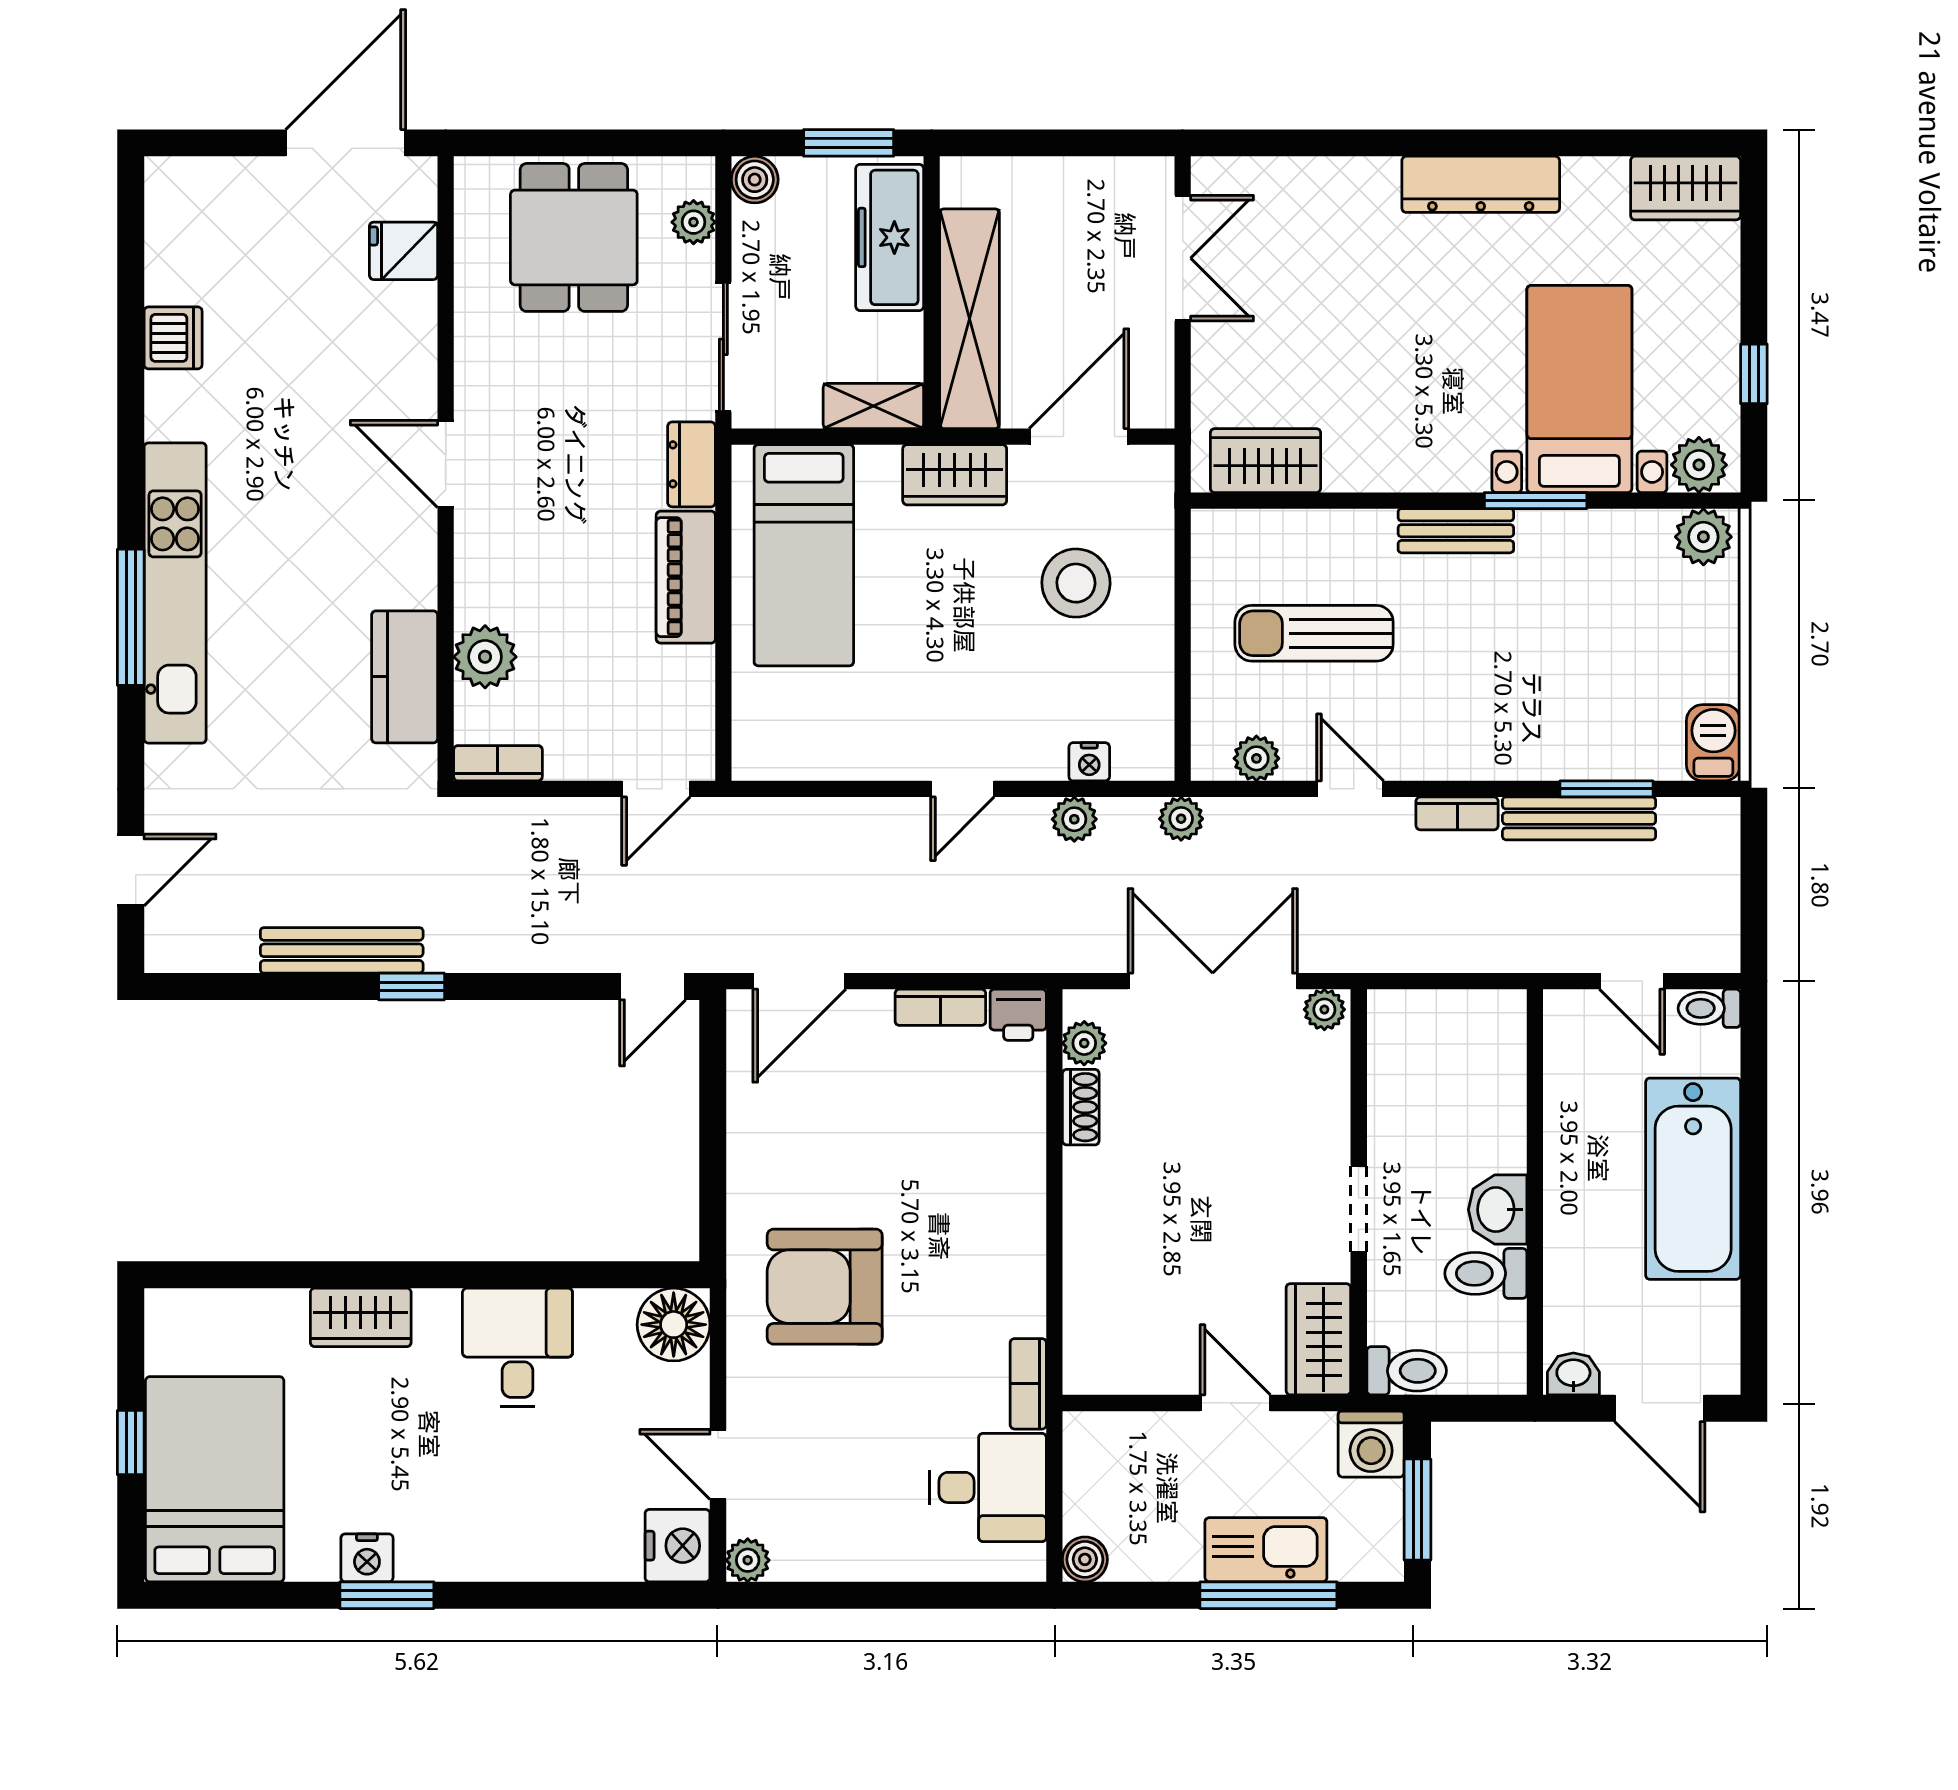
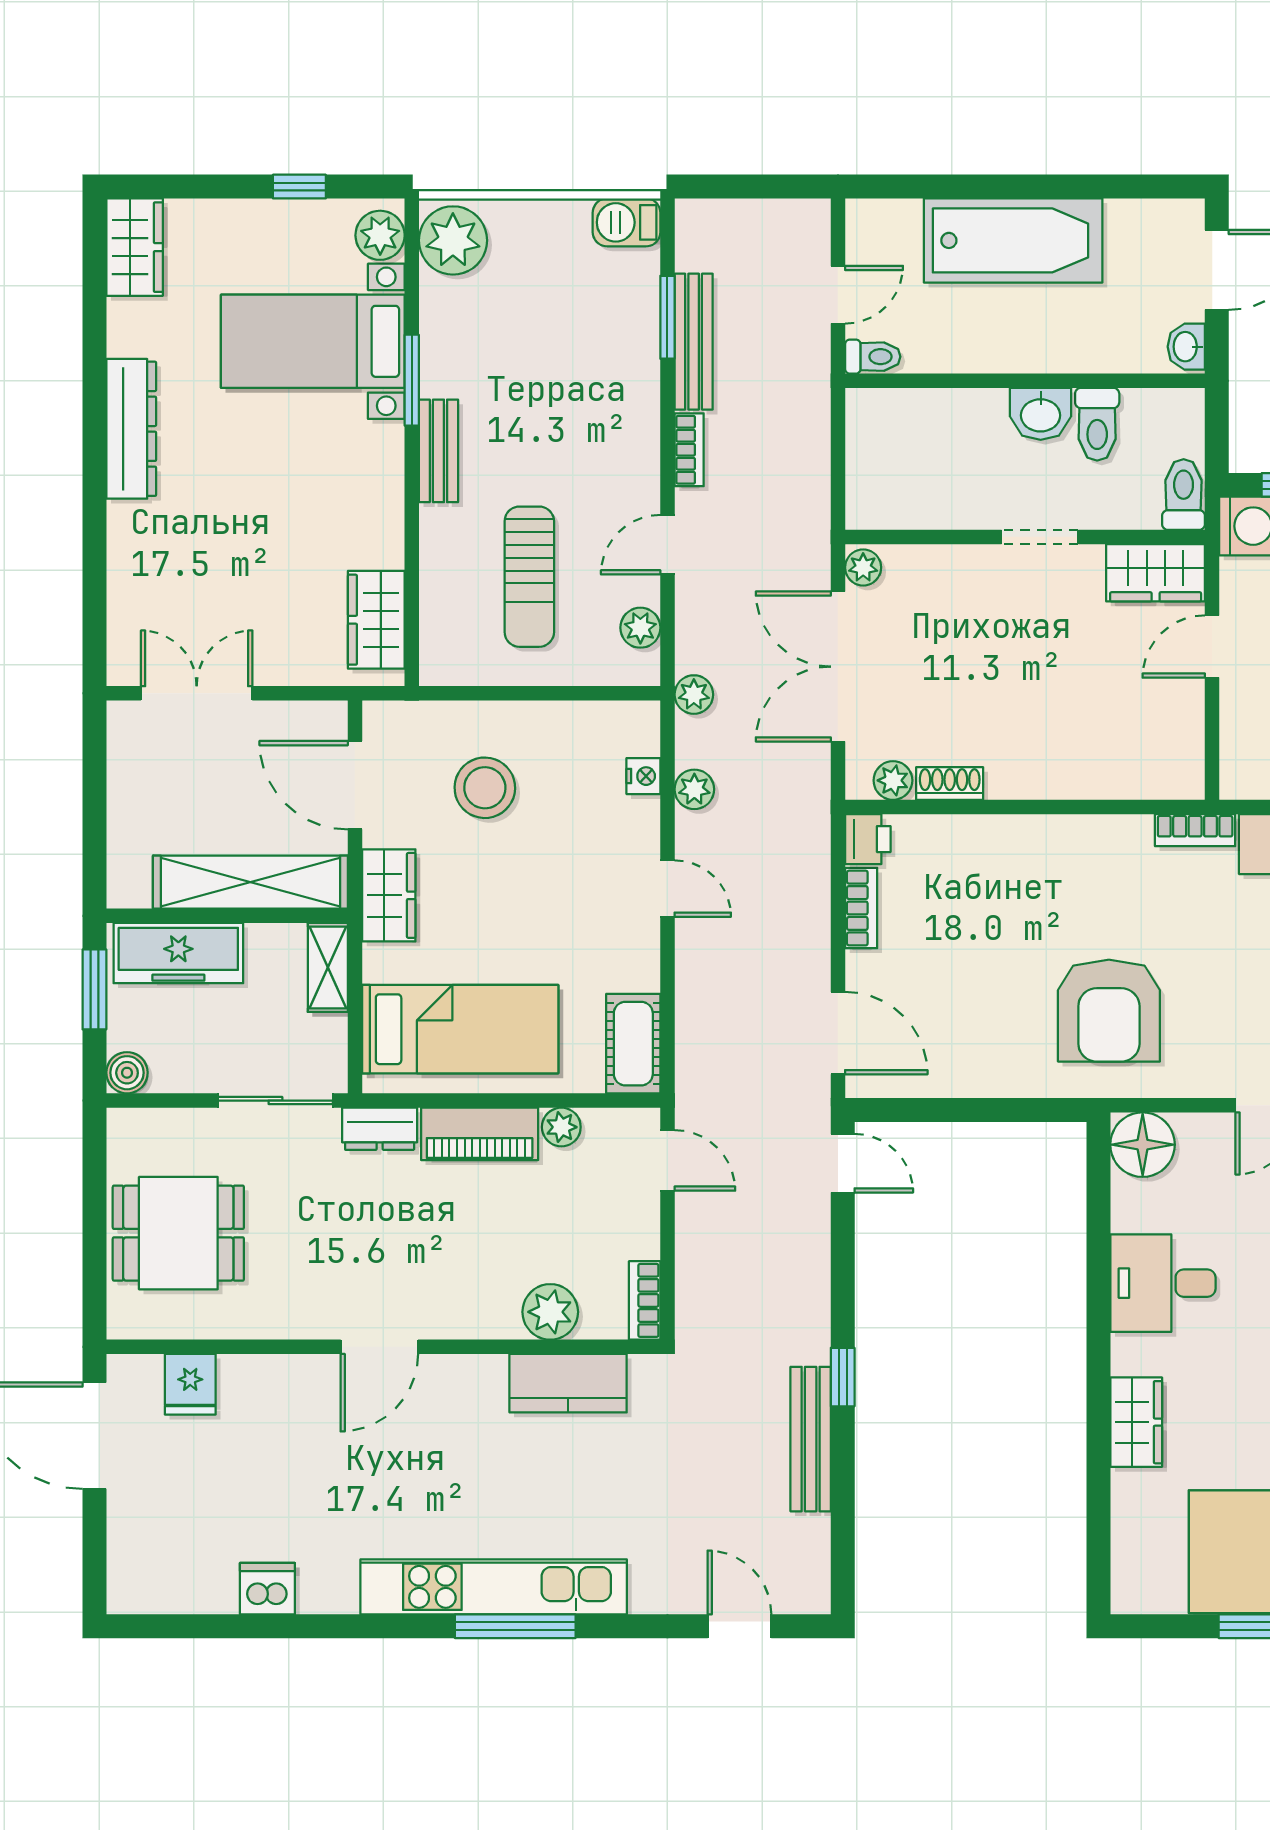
plant: (693, 222) -> (561, 1127), moved
plant: (1703, 537) -> (453, 240), width x1.36, depth x1.36
cot: (788, 750) -> (633, 1044), added
toilet: (1709, 1008) -> (873, 357), moved, turned -90

